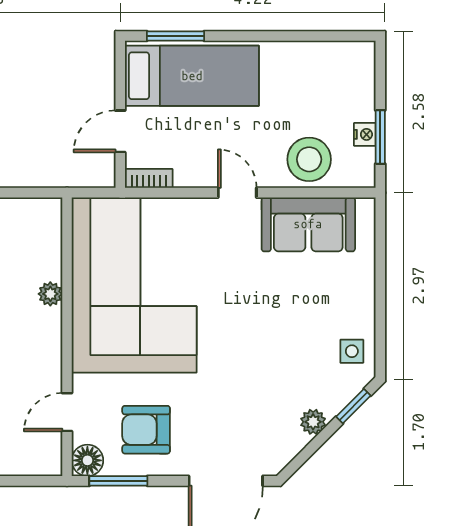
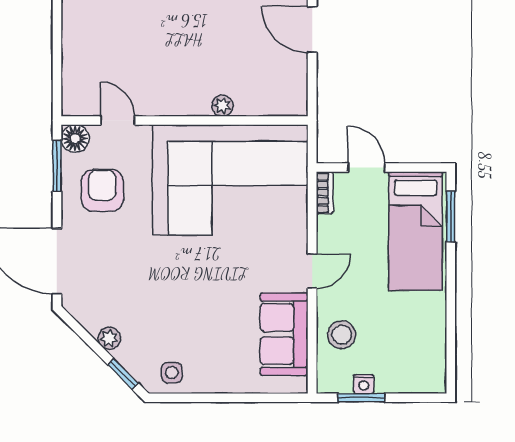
stool: (309, 159) -> (342, 335), width x0.73, depth x0.73

